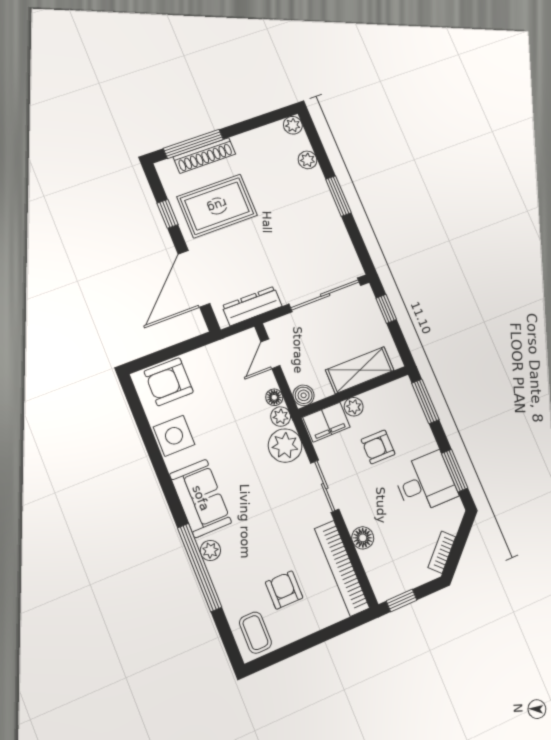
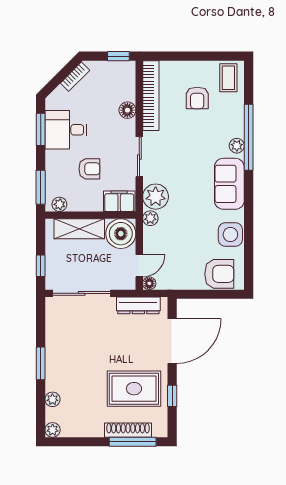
boiler: (304, 395) -> (121, 234), width x1.86, depth x1.86
floor lamp: (274, 397) -> (149, 283), moved
plant: (354, 407) -> (59, 204), moved

